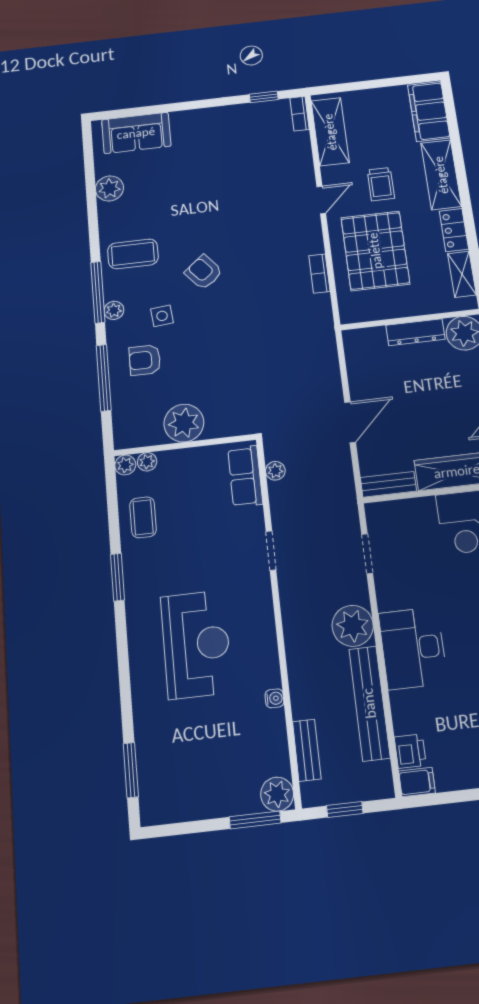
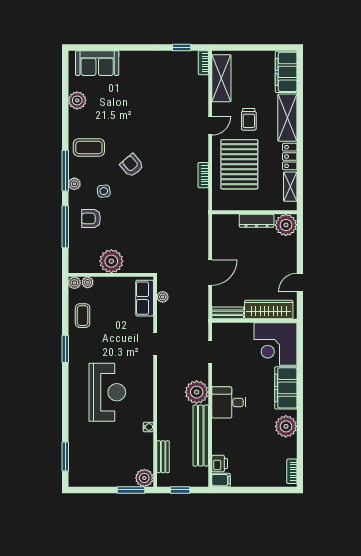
desk: (413, 648) -> (229, 402), width x0.73

